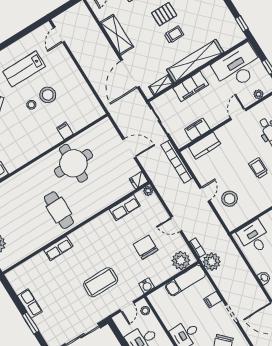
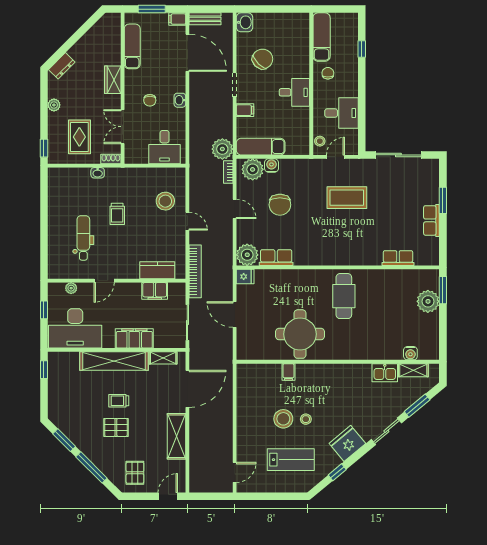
plant: (148, 191) -> (247, 255), width x1.88, depth x1.88
door: (205, 194) -> (187, 221), swing flipped
row of seats: (58, 248) -> (398, 258), moved
water cooler: (147, 286) -> (271, 166), moved

